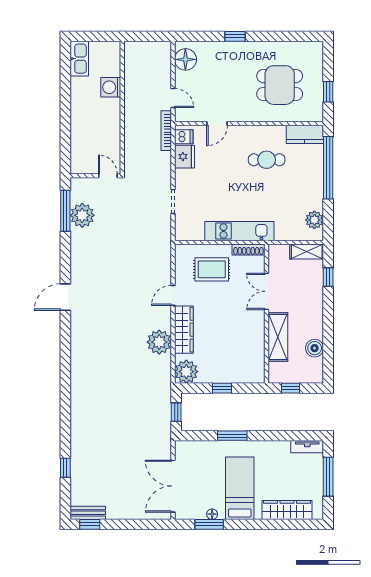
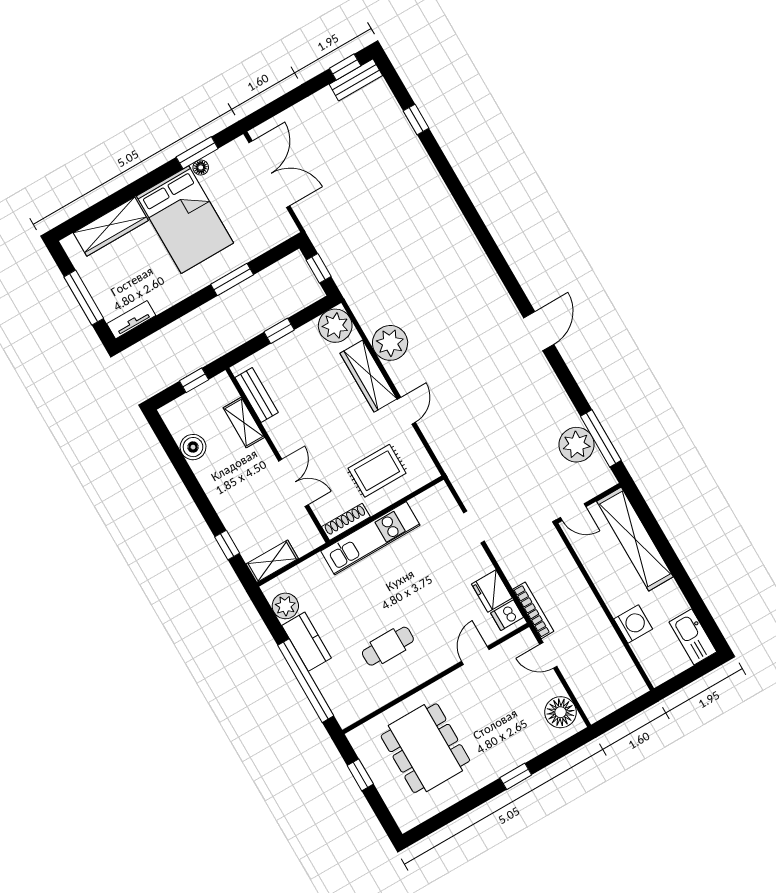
dining table: (280, 85) -> (425, 748), width x1.37
kitchen counter: (305, 134) -> (306, 642), moved, turned 90
shelving: (80, 138) -> (635, 539), added
shelving: (278, 337) -> (244, 423), width x0.67, depth x0.75
bench: (258, 357) -> (257, 395), added
bed: (240, 488) -> (185, 220), width x1.50

